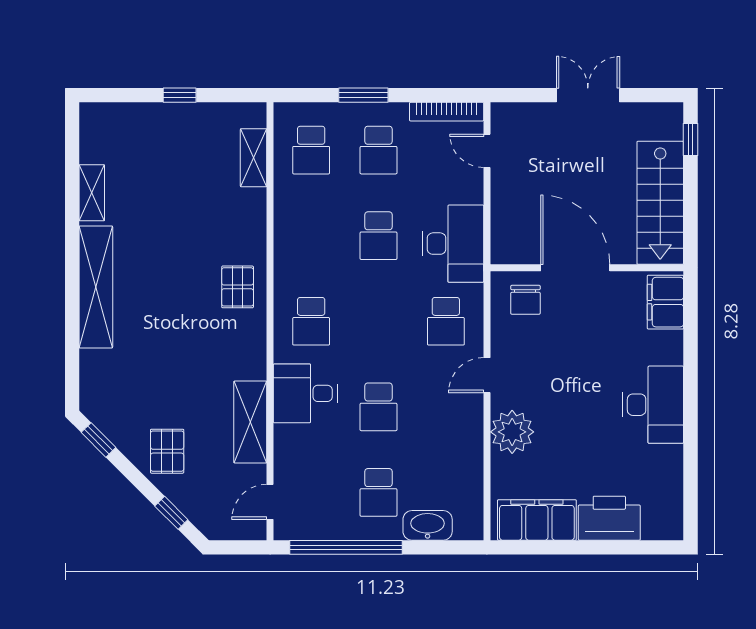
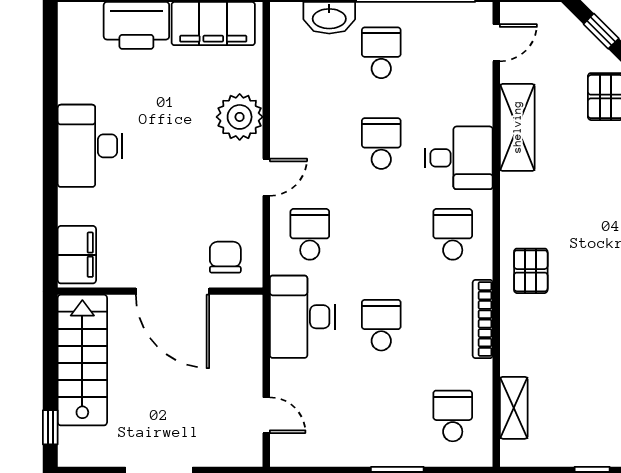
bookcase: (447, 112) -> (483, 319), moved, turned -90
school desk: (378, 150) -> (381, 416), removed

